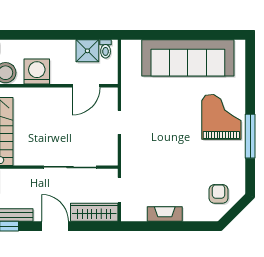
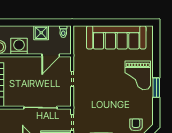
shower: (87, 51) -> (41, 33), moved
grand piano: (221, 117) -> (138, 75), turned 180
window: (250, 136) -> (156, 88), width x0.69

